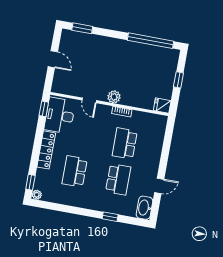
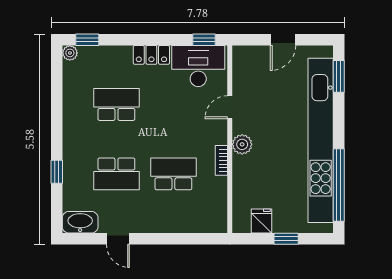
kitchen unit: (120, 47) -> (321, 140), added
fridge: (162, 106) -> (262, 221), moved
locker: (46, 150) -> (151, 55), width x0.66

